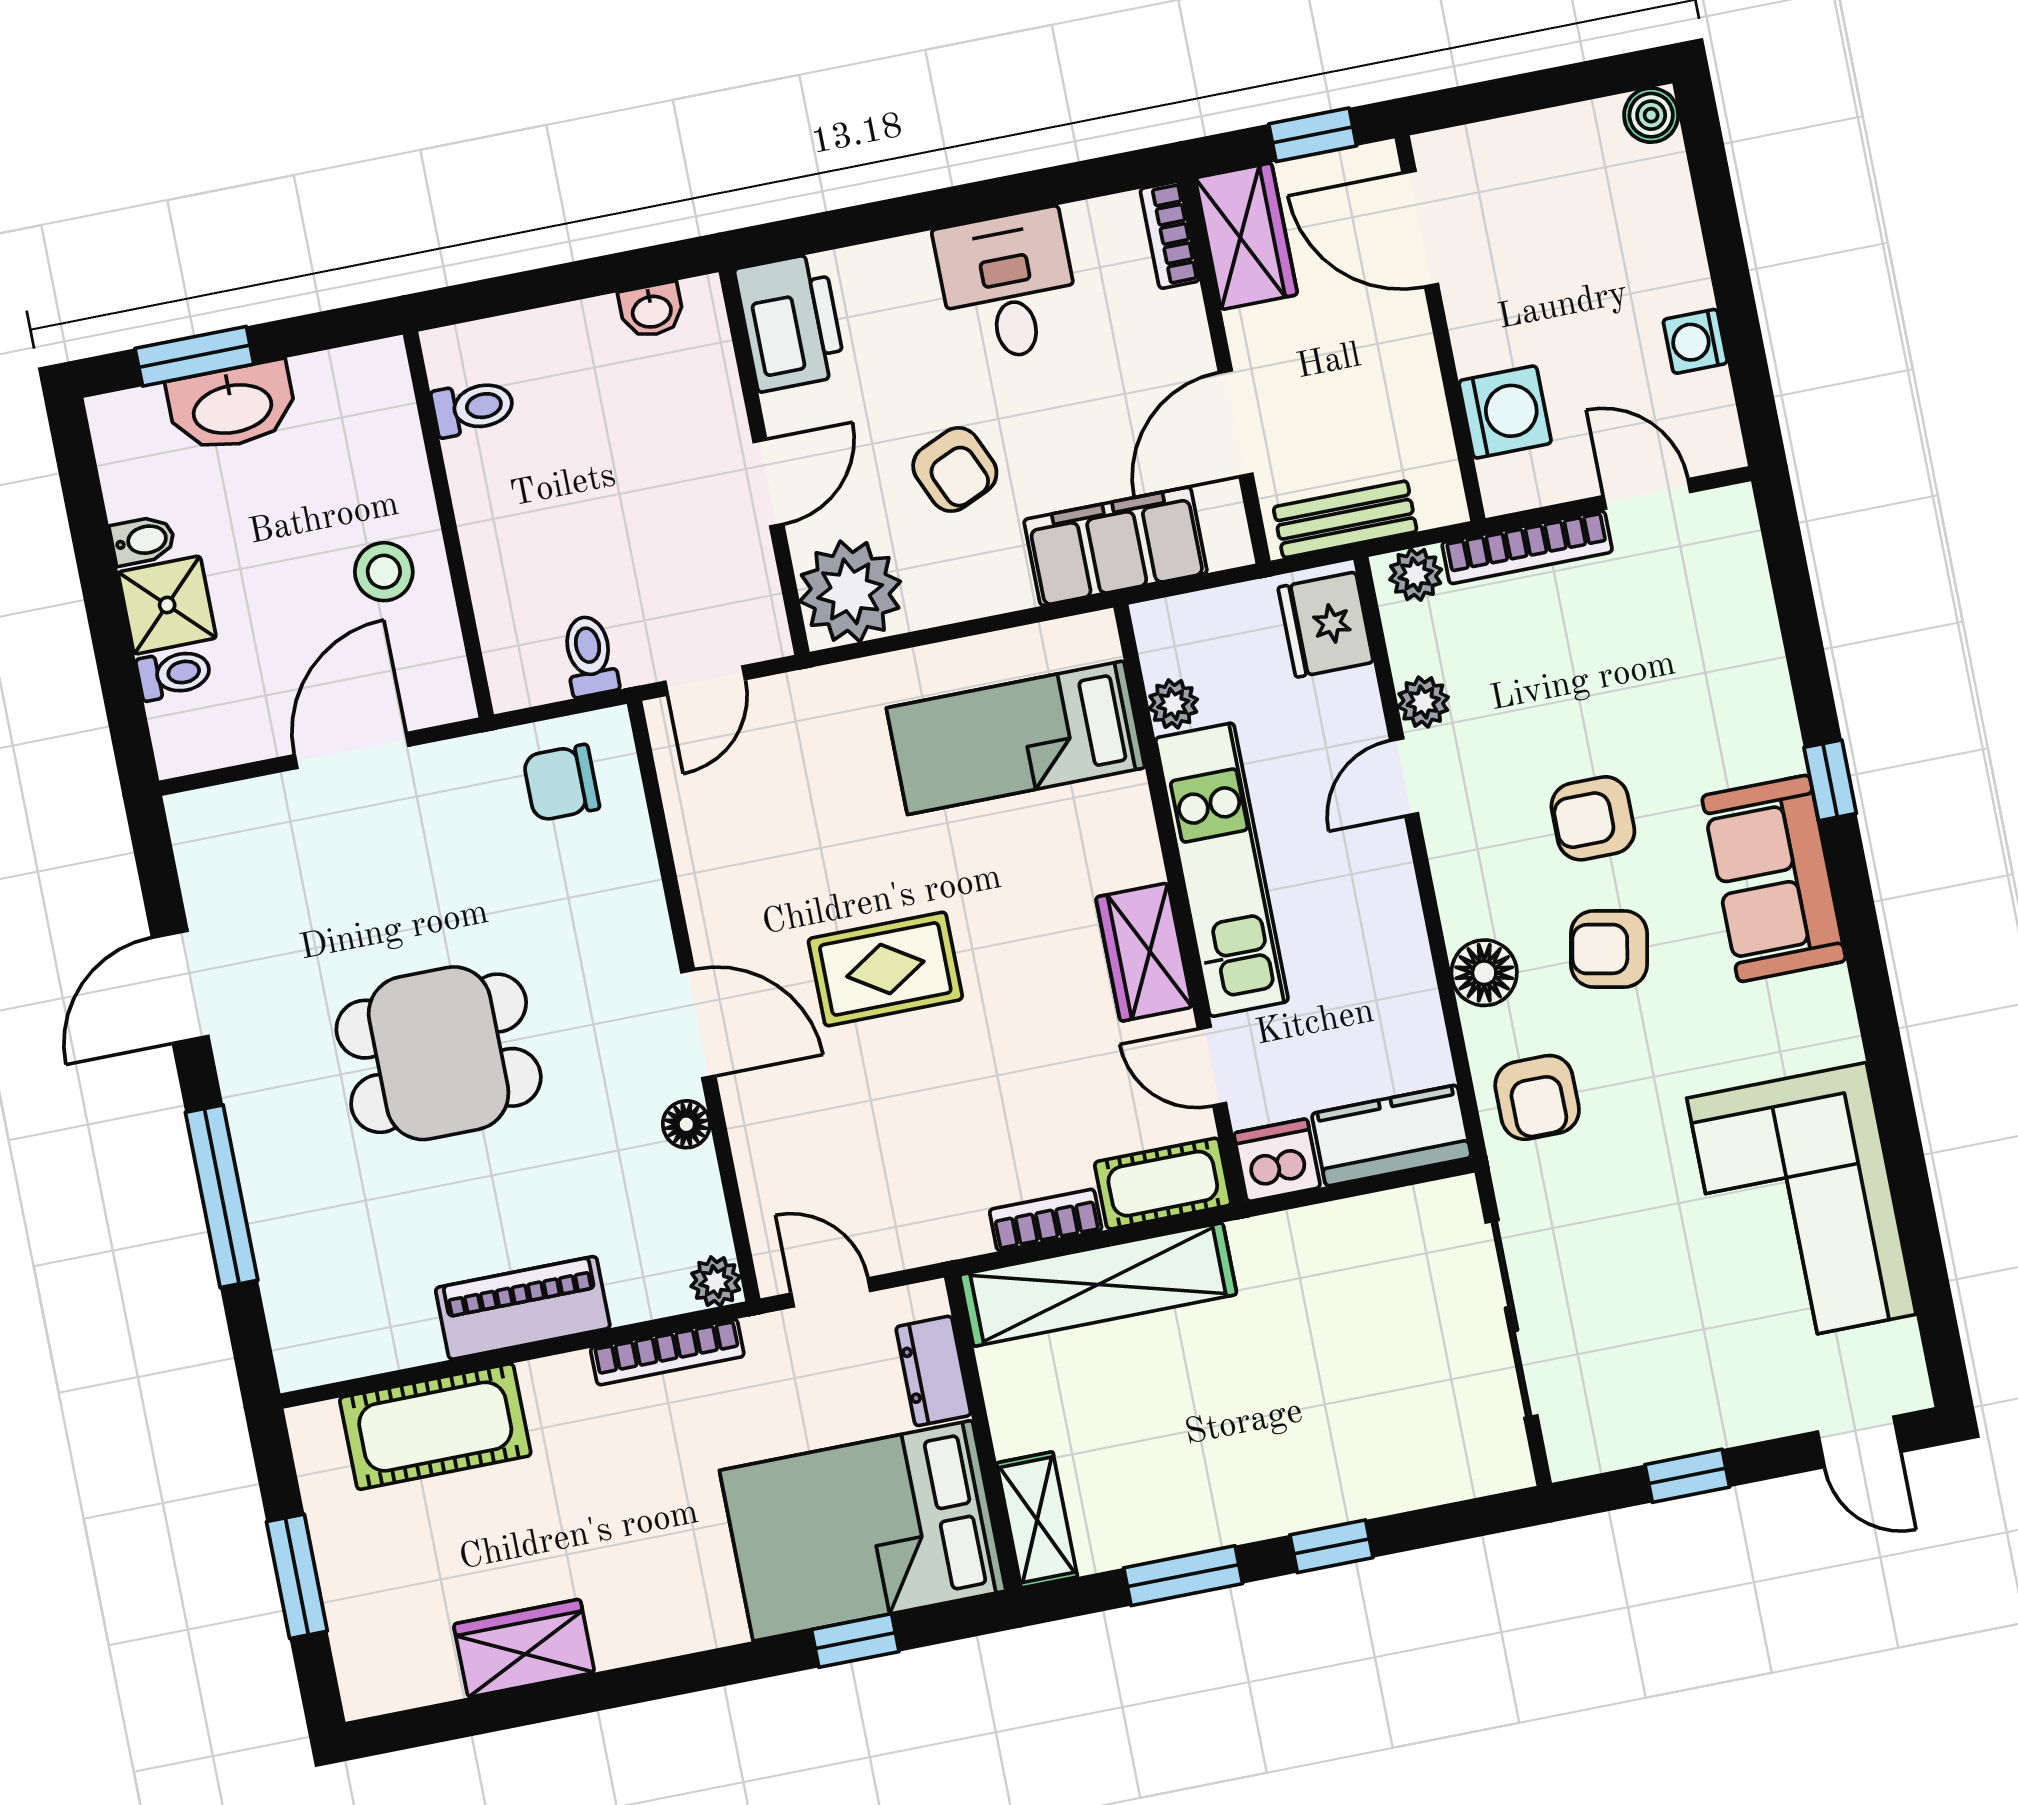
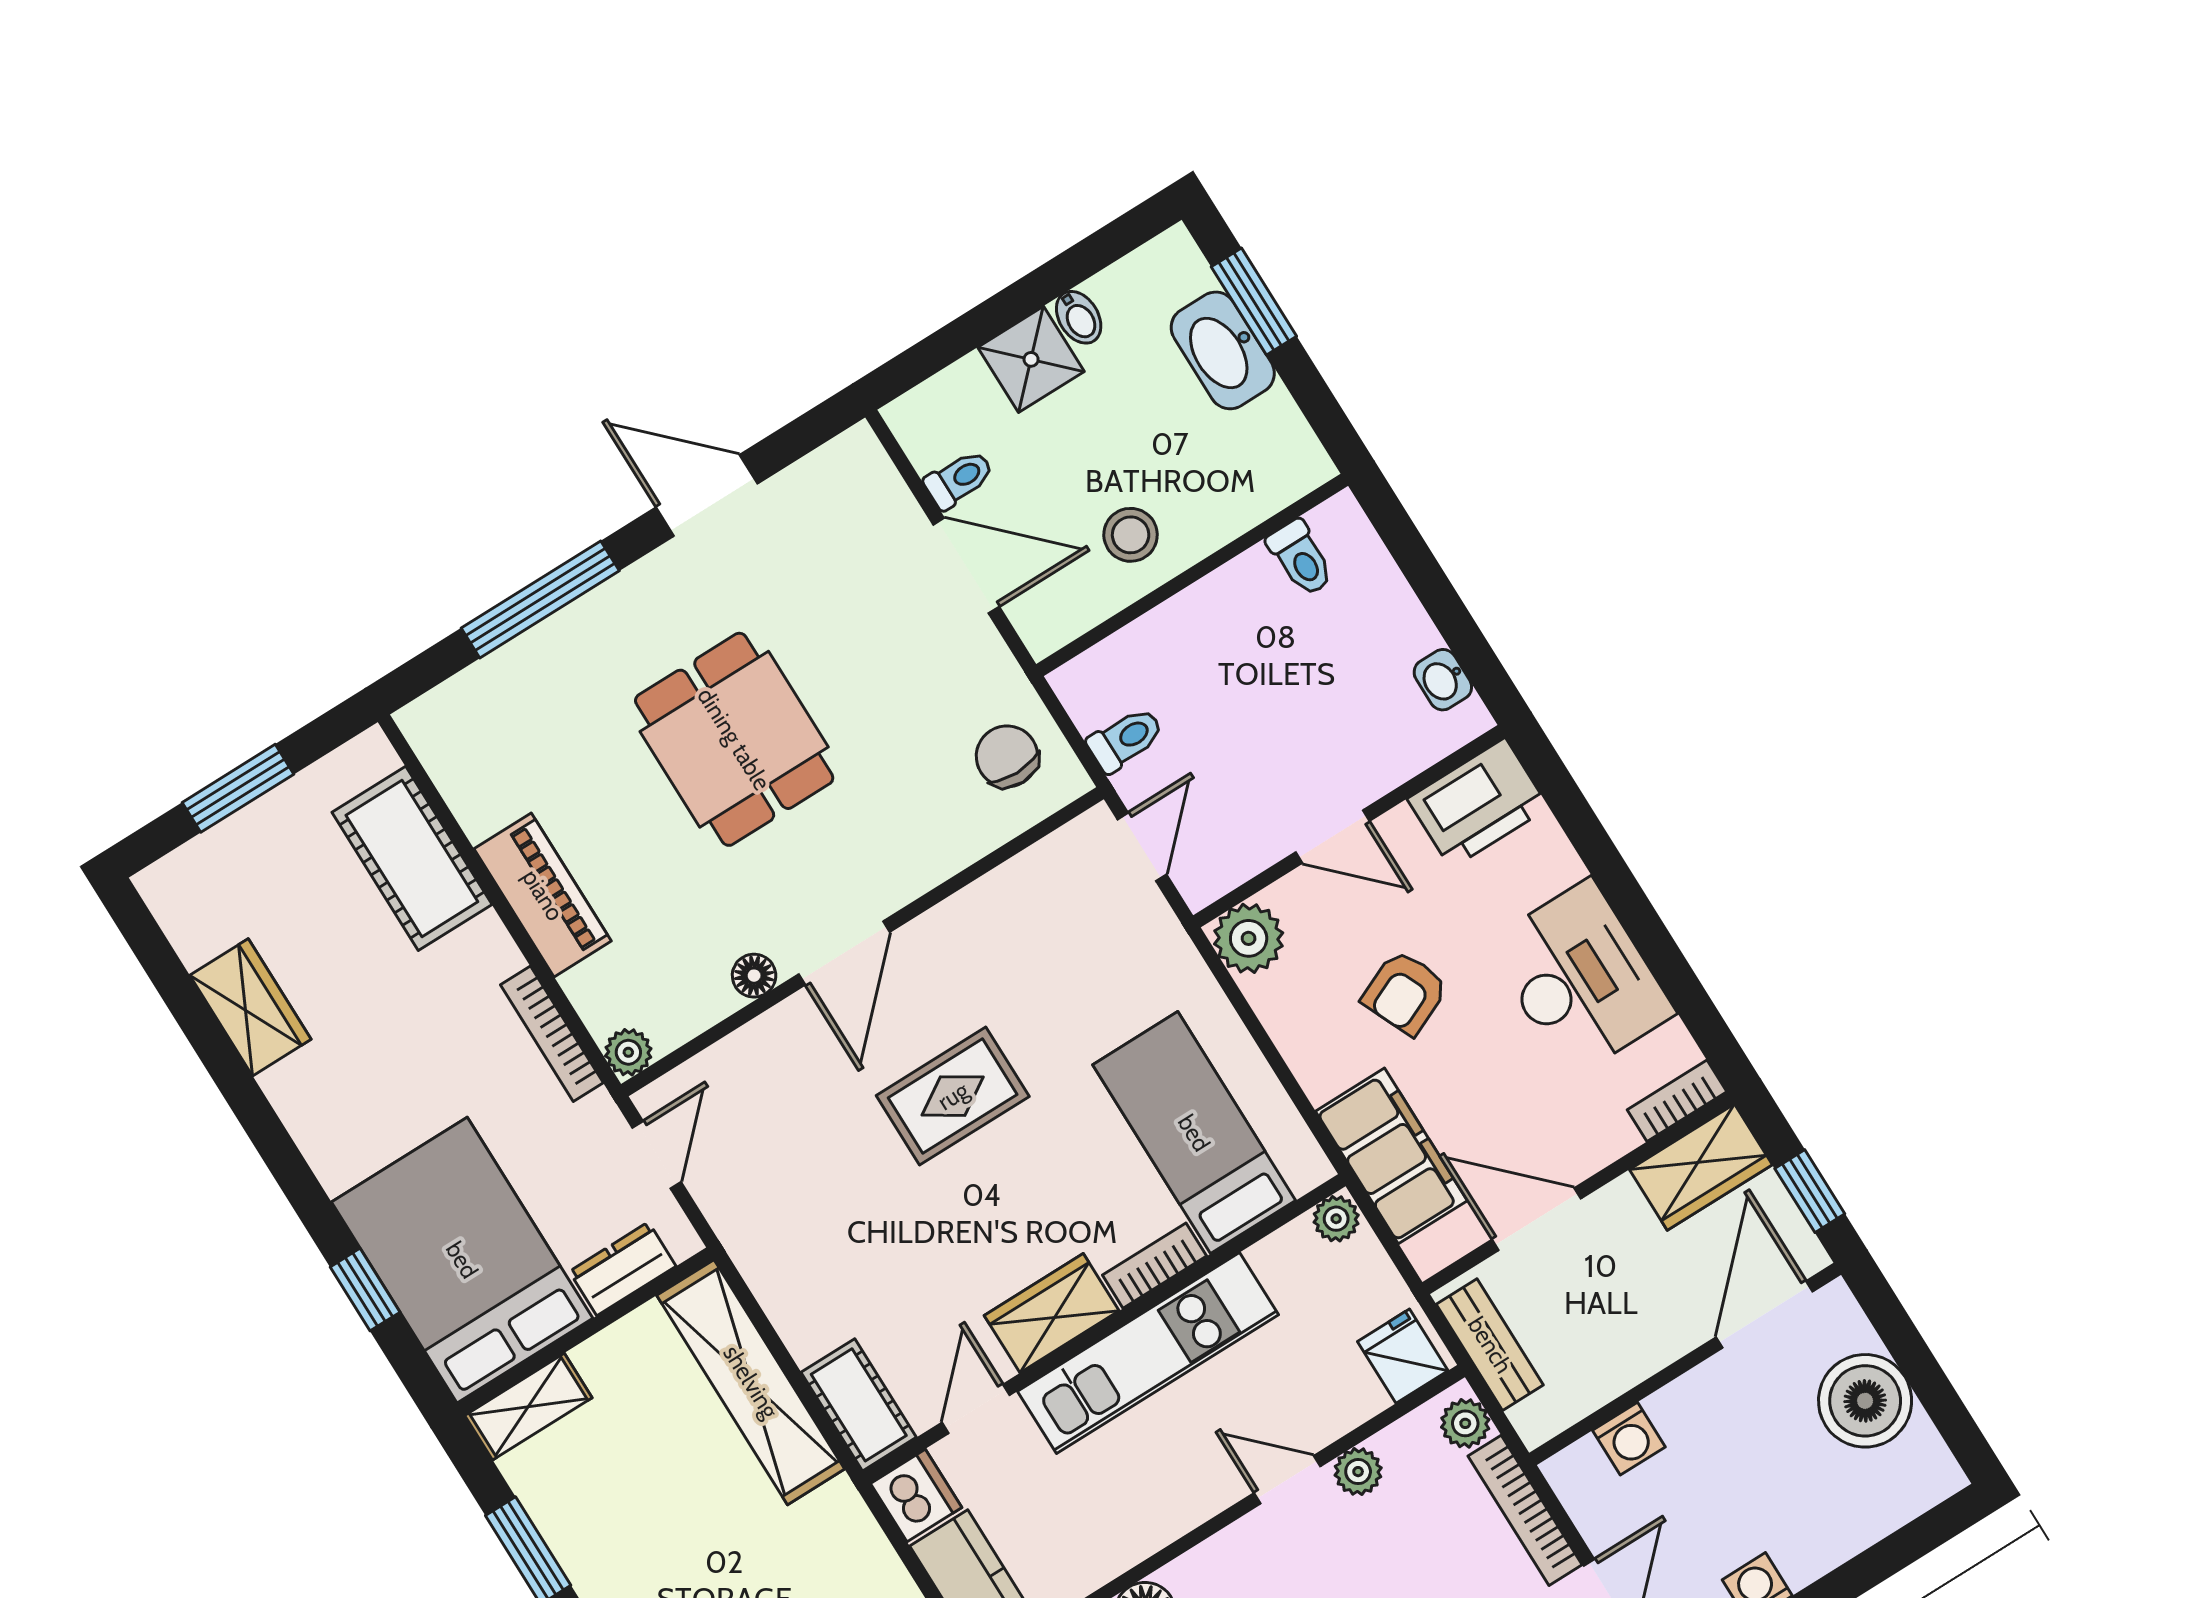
boiler: (1651, 115) -> (1865, 1401), moved, width x1.86, depth x1.86
desk: (1008, 286) -> (1580, 978), width x1.37
washing machine: (1505, 412) -> (1629, 1439), width x0.73, depth x0.73
plant: (850, 591) -> (1249, 938), width x0.73, depth x0.73
fridge: (1326, 625) -> (1403, 1356), width x0.72
toilet: (174, 674) -> (959, 479), moved, turned -90
door: (705, 680) -> (1142, 847), swing flipped
plant: (1173, 704) -> (1336, 1219), moved
rug: (885, 969) -> (953, 1096), turned 90
bookcase: (1046, 1220) -> (1154, 1266), moved, turned -90

